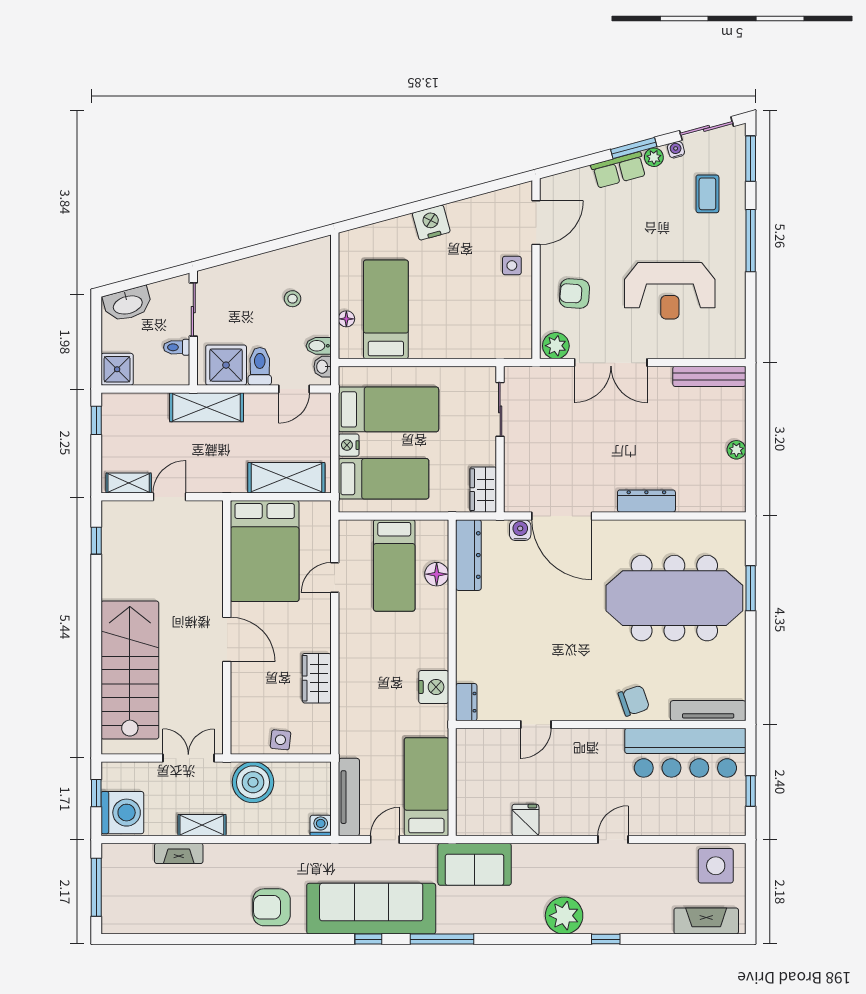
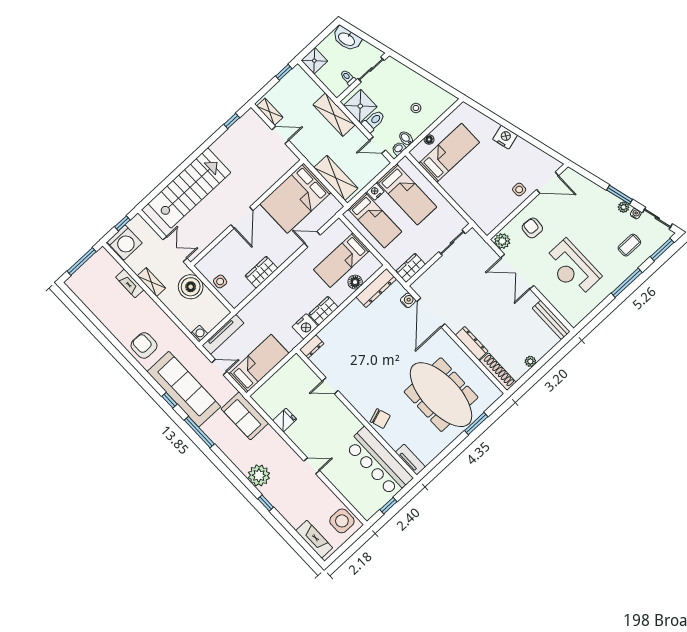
row of seats: (619, 170) -> (604, 197), removed
shoe rack: (711, 502) -> (498, 372), added
wardrobe: (436, 646) -> (323, 311), added
tv unit: (708, 711) -> (410, 460), width x0.71

